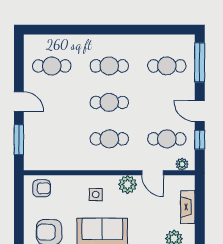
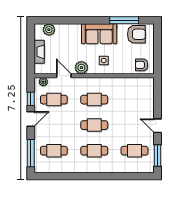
door: (200, 111) -> (31, 119), hinge flipped
window: (19, 140) -> (158, 156), moved

